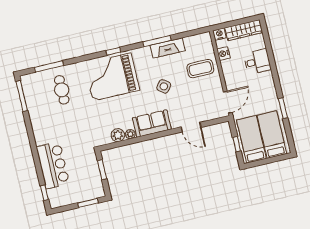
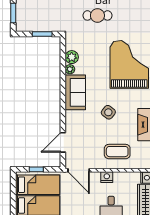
nightstand: (223, 54) -> (107, 177), moved
coffee table: (200, 69) -> (117, 152), turned 90
cafe table: (62, 90) -> (97, 15), moved
door: (191, 127) -> (63, 142), moved

